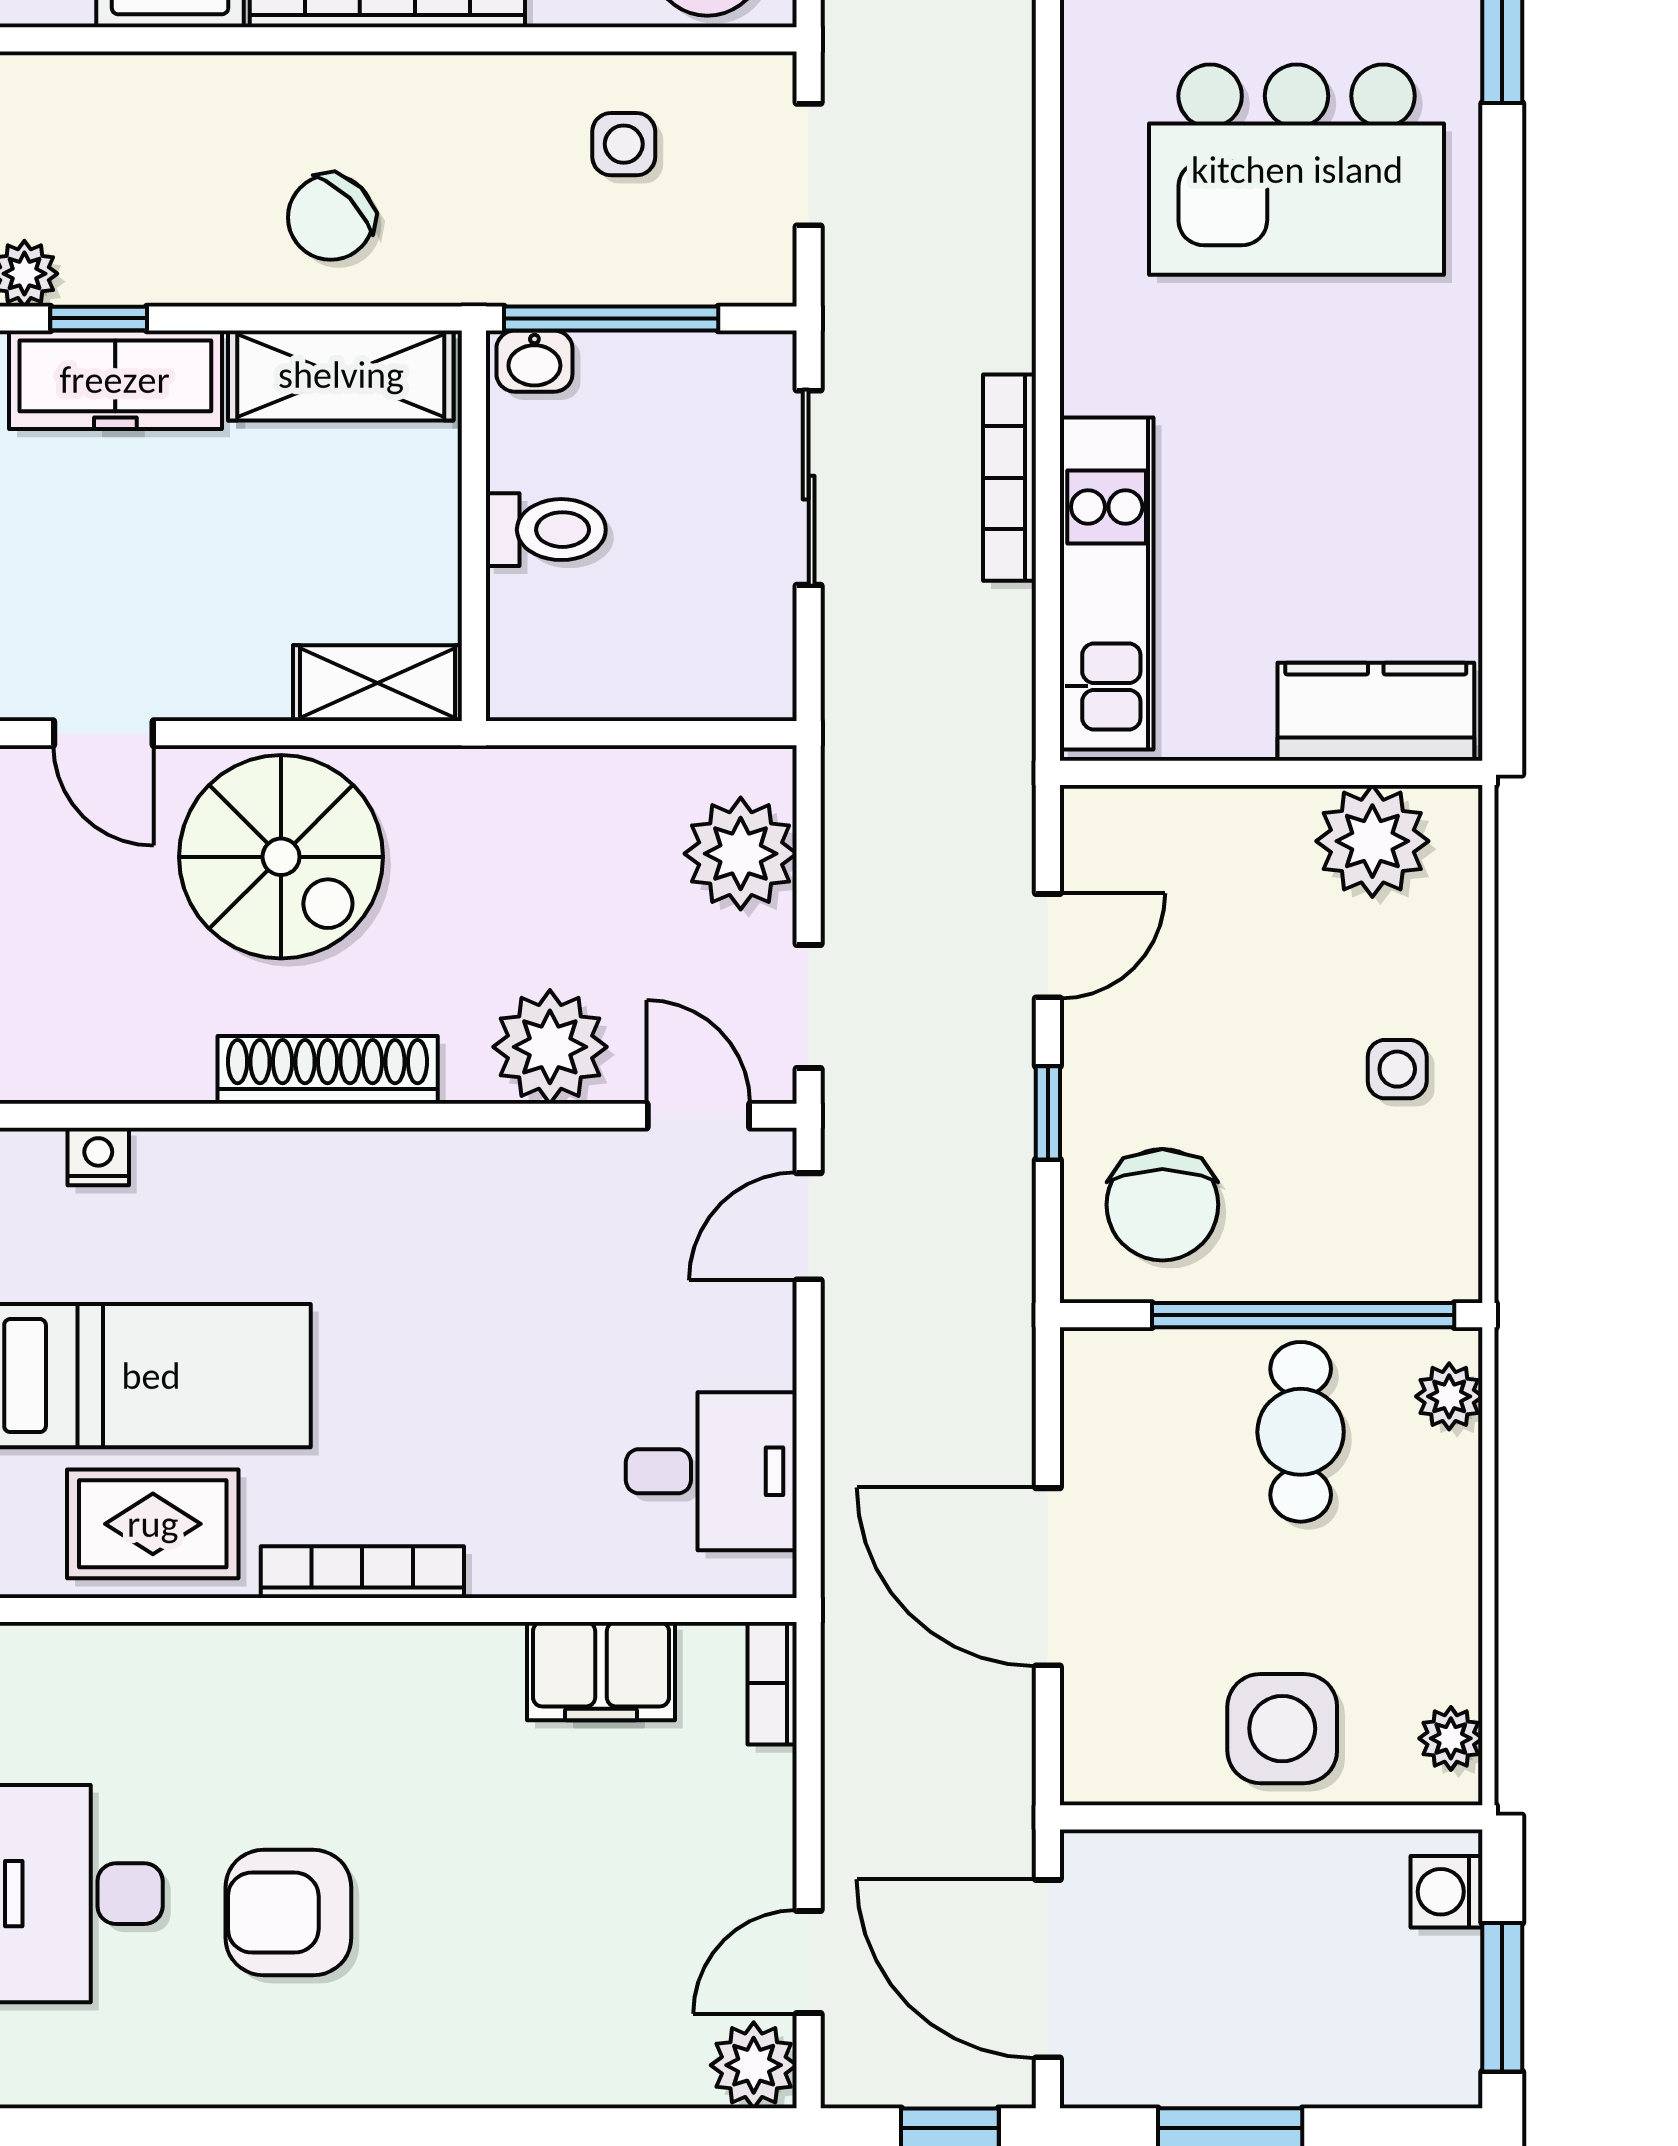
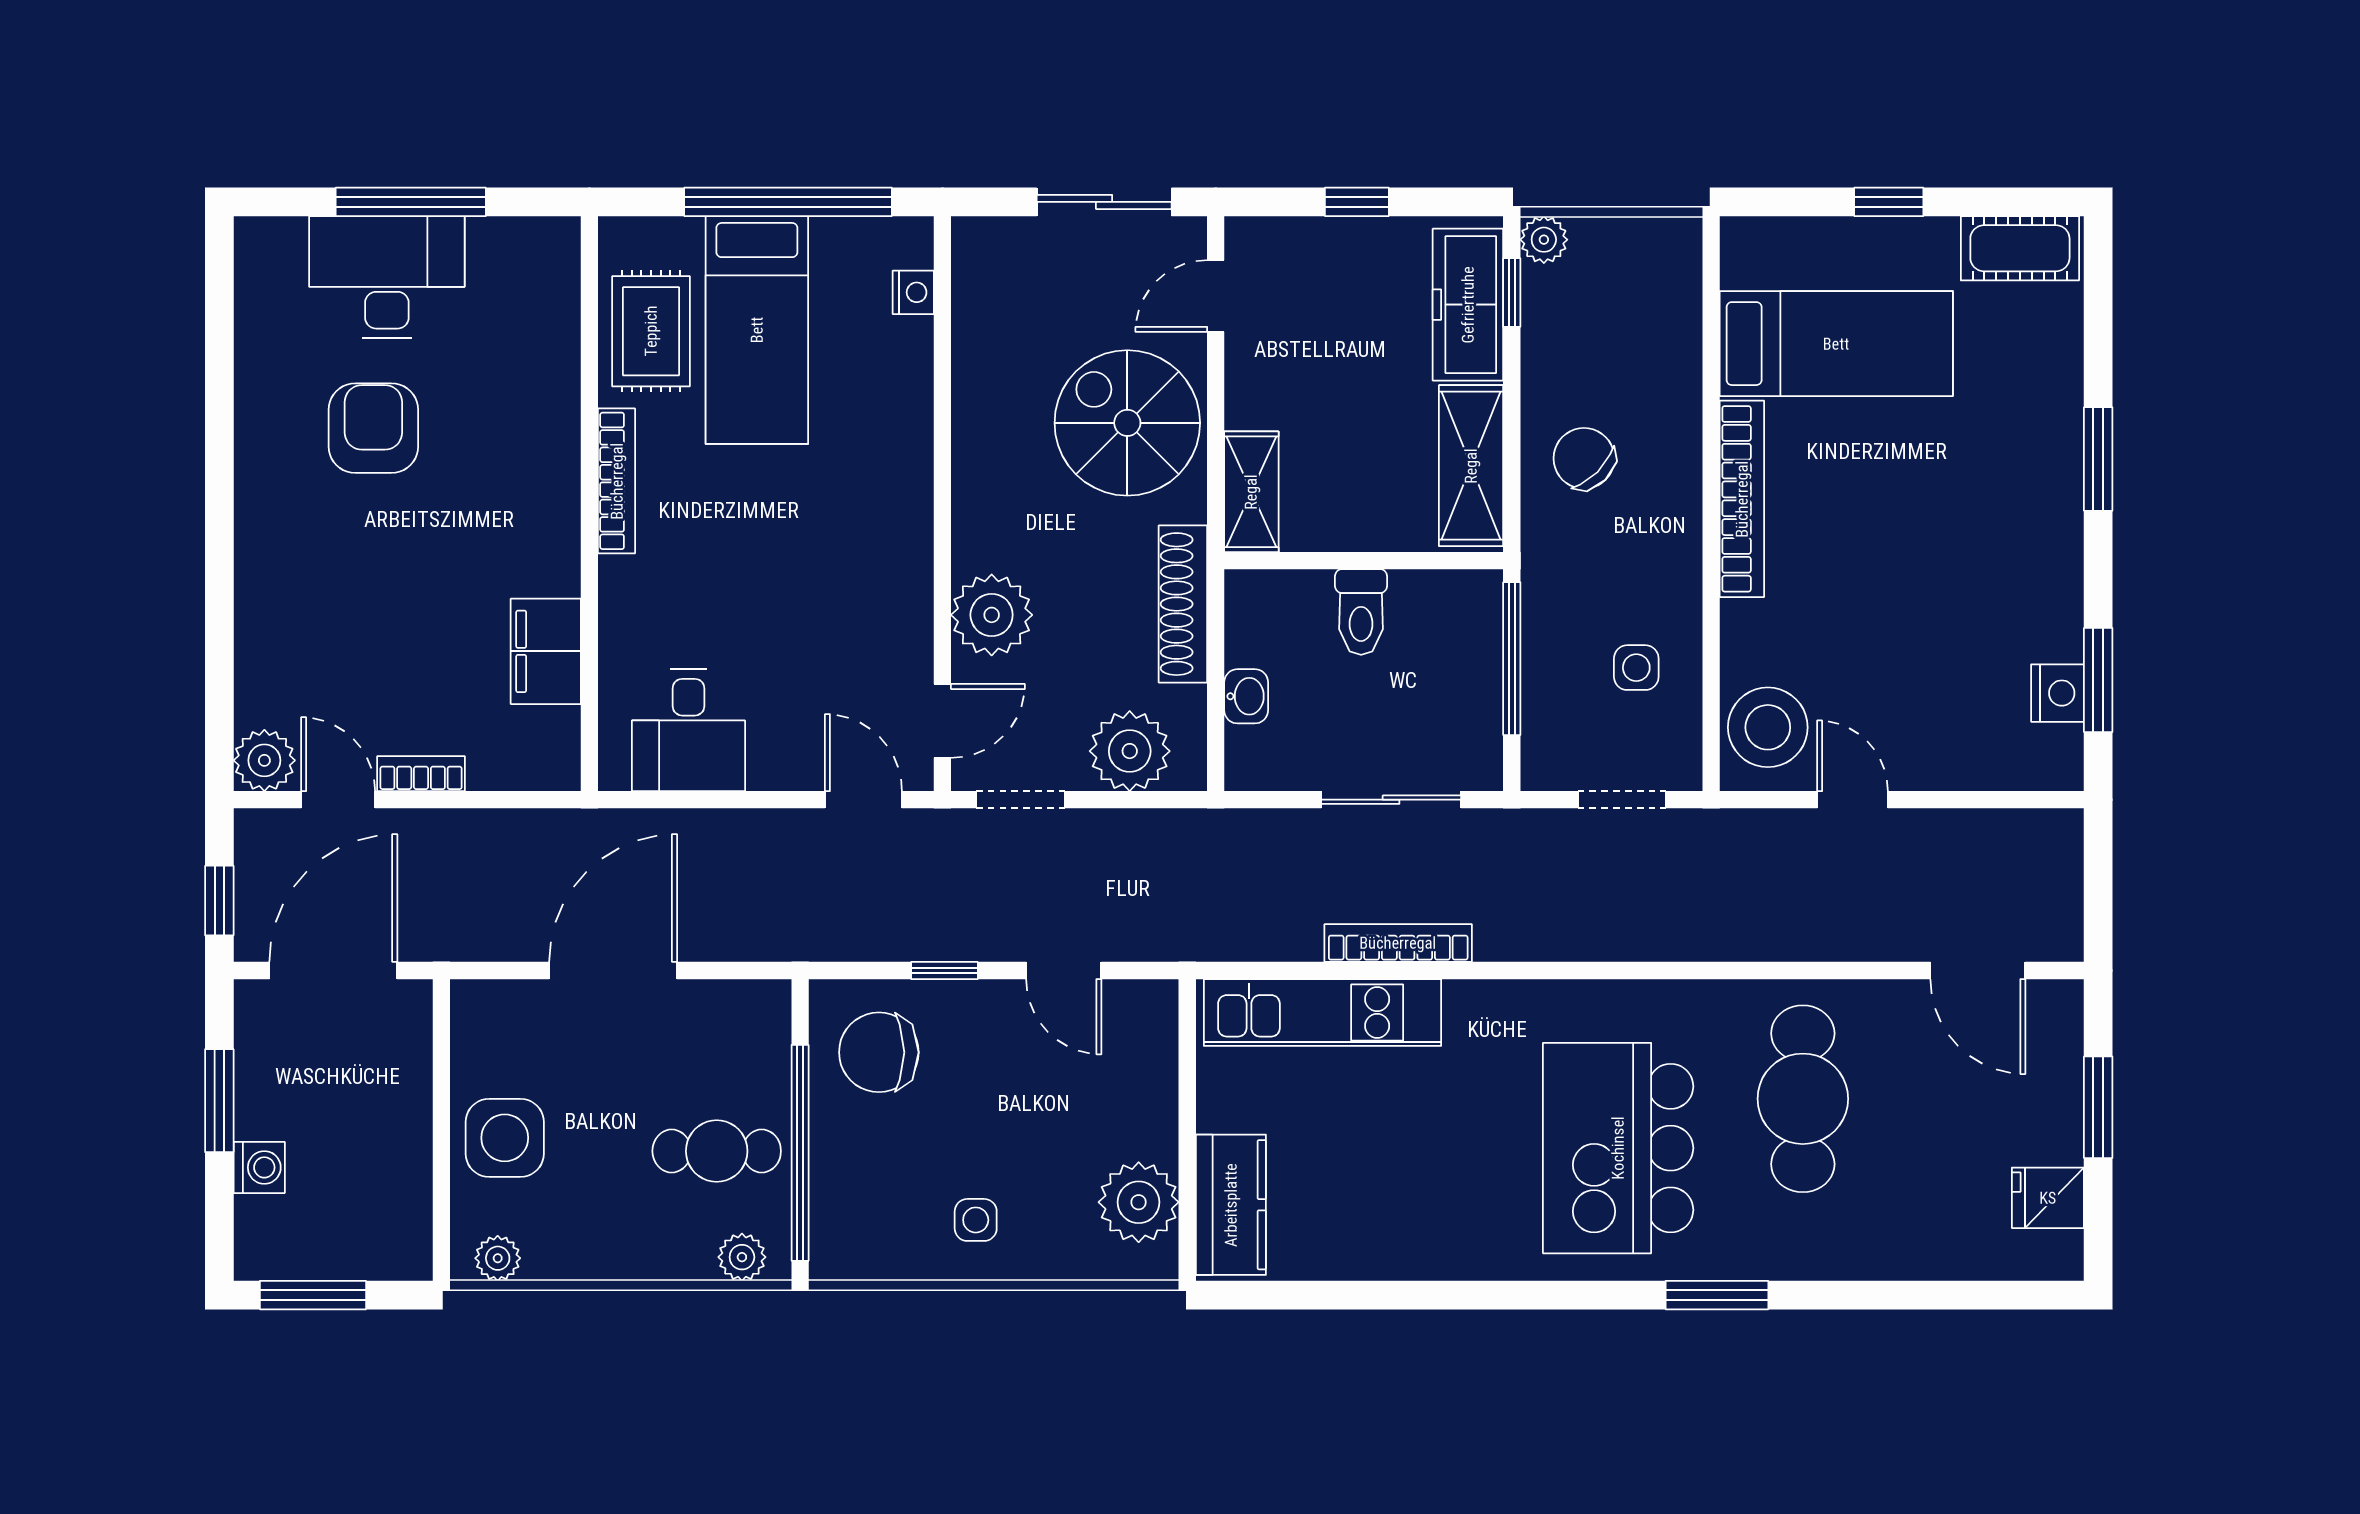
washbasin: (534, 361) -> (1246, 696), moved, turned 180
spiral stairs: (281, 857) -> (1127, 423), turned 90
shoe rack: (328, 1070) -> (1183, 604), moved, turned 180
bookcase: (772, 1683) -> (421, 774), moved
washing machine: (1446, 1892) -> (259, 1167), moved, turned 90

